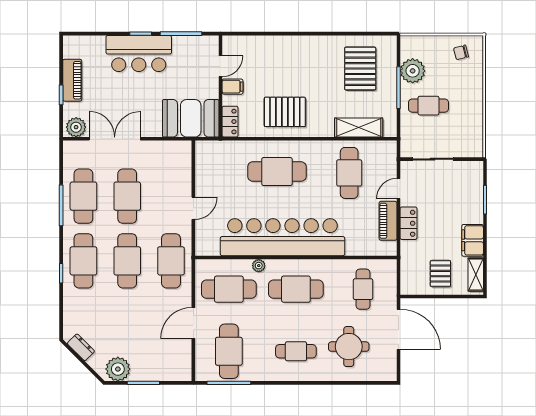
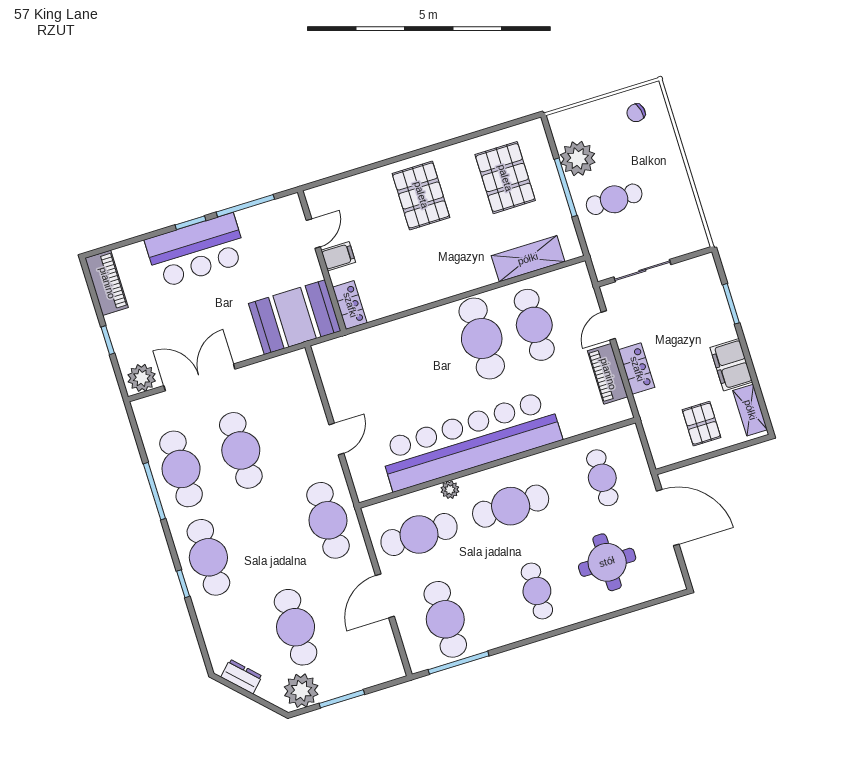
piano: (72, 80) -> (107, 283), moved
pallet: (285, 112) -> (421, 195), moved, turned 90
cafe table: (277, 172) -> (482, 338), moved, turned 90
cafe table: (127, 261) -> (296, 627), moved
cafe table: (296, 351) -> (537, 591), turned 90

